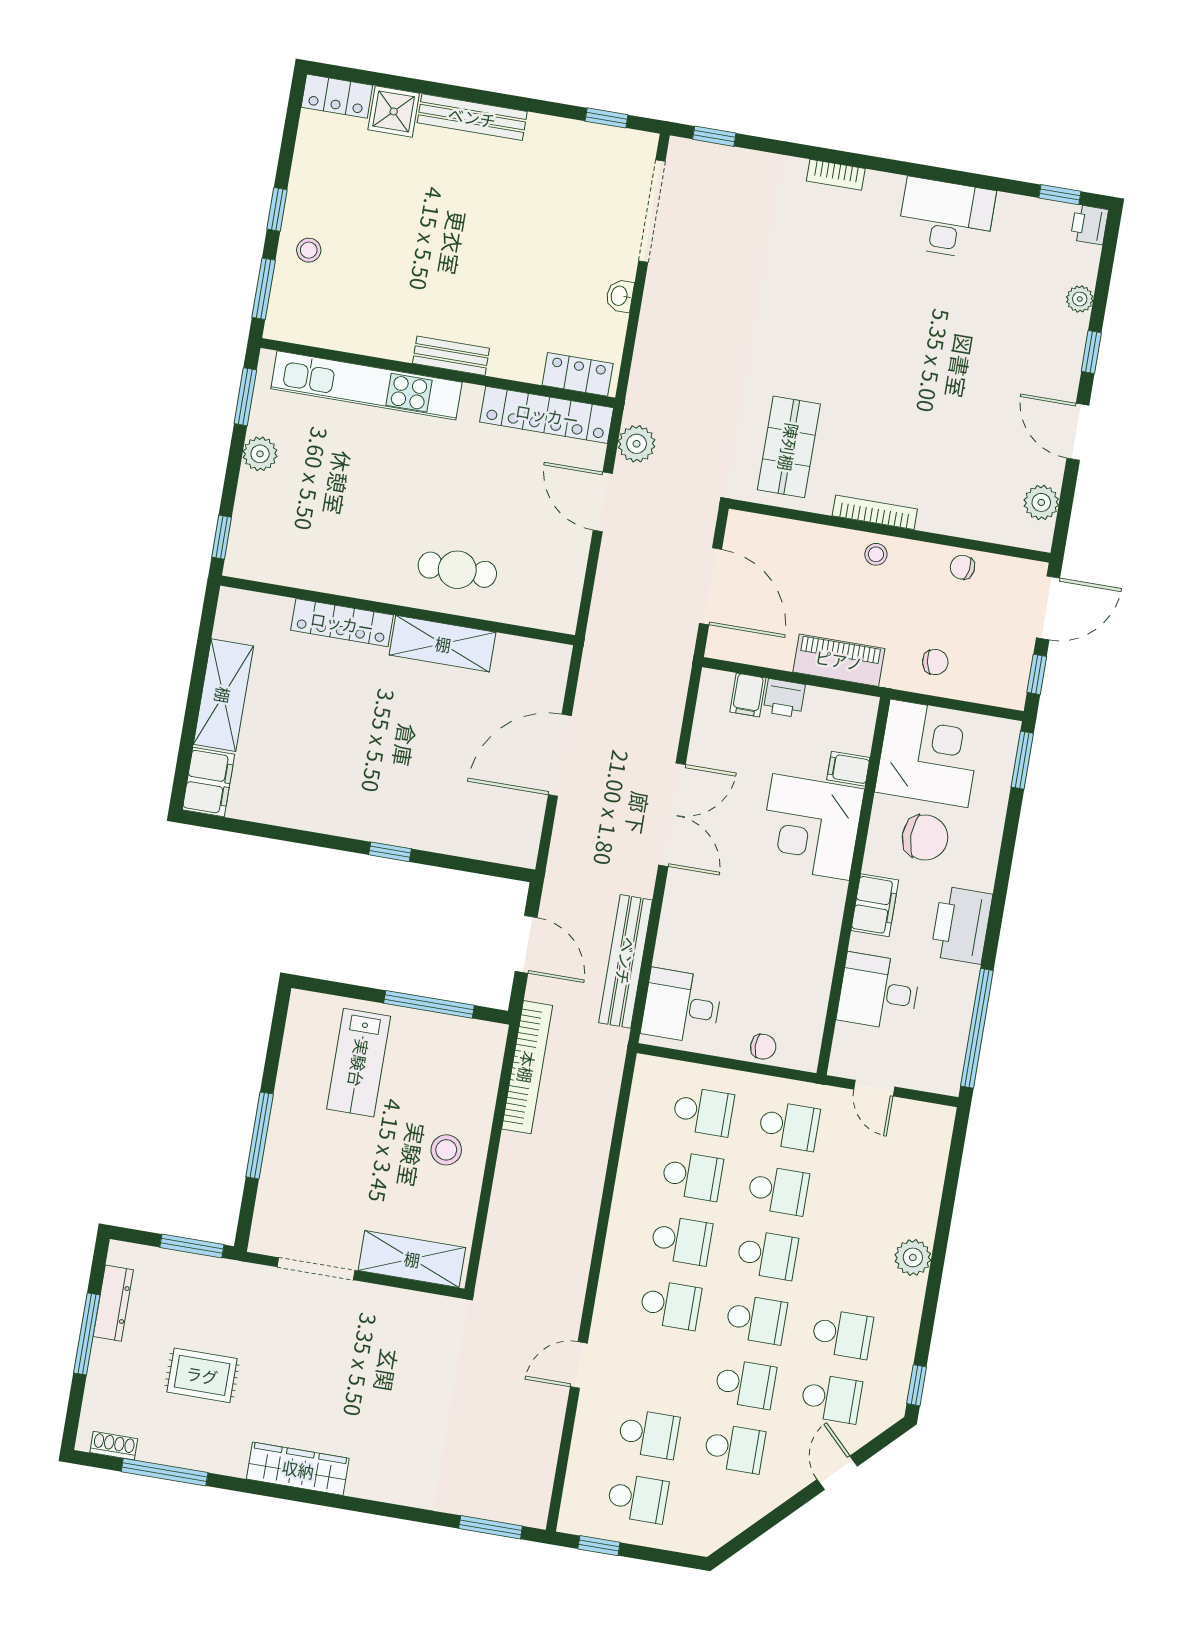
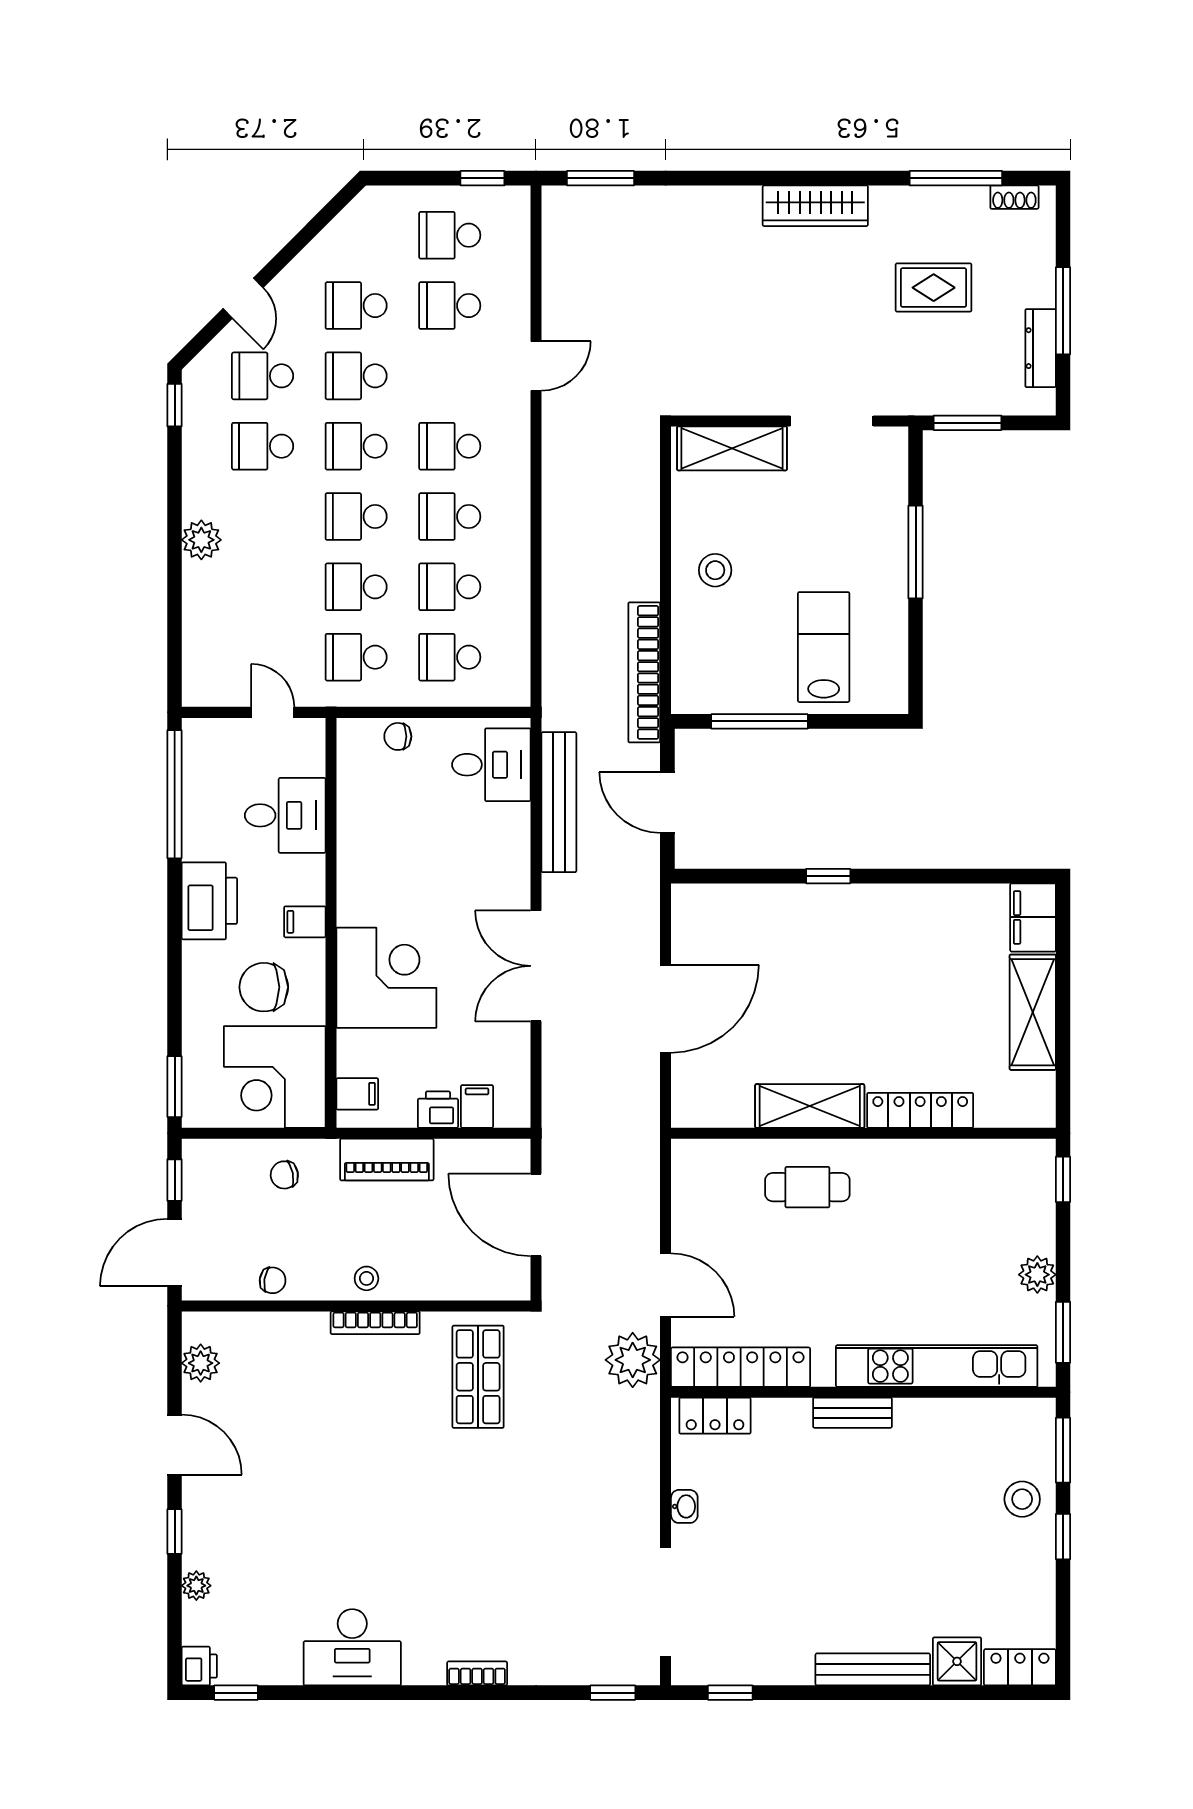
stool: (309, 250) -> (1022, 1499), width x1.37, depth x1.37
plant: (637, 444) -> (633, 1360), width x1.36, depth x1.36
filing cabinet: (848, 769) -> (357, 1094), moved
filing cabinet: (875, 905) -> (305, 922), width x0.50

